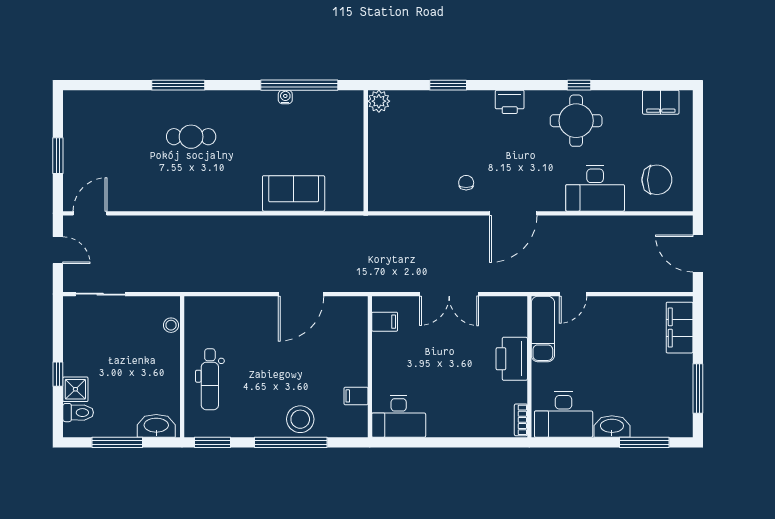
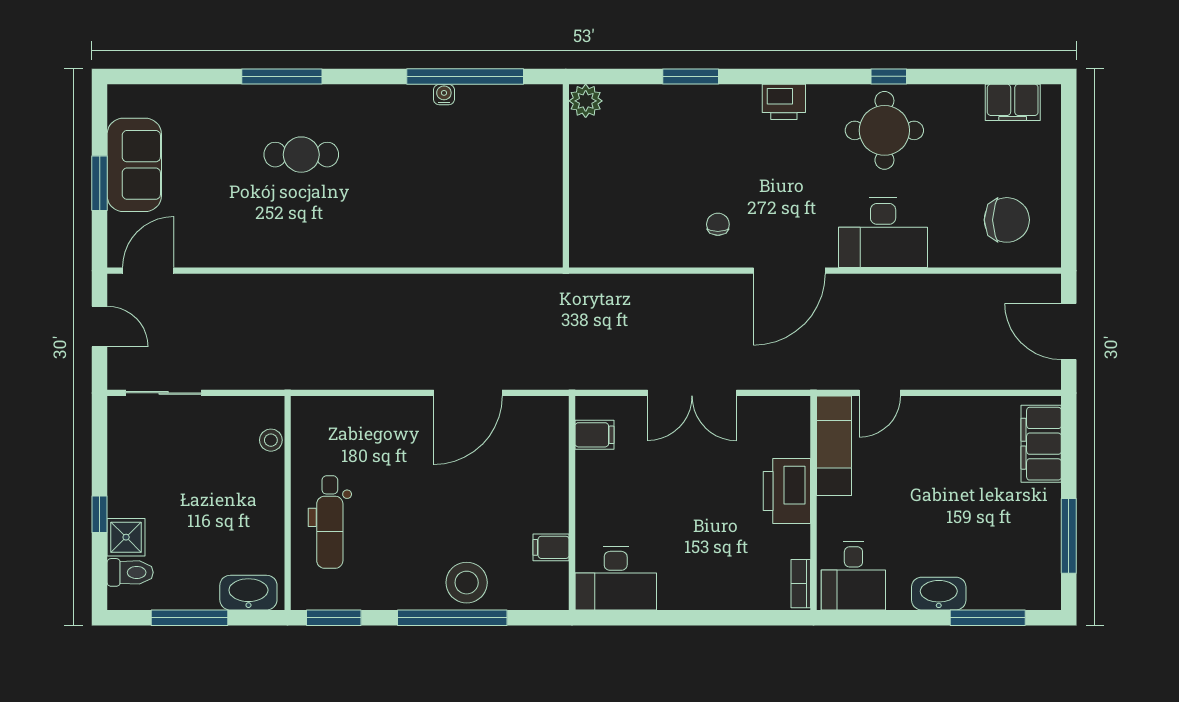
desk: (595, 188) -> (883, 233), moved
sofa: (294, 193) -> (134, 165), moved, turned 90
desk: (564, 415) -> (853, 576), width x0.73

